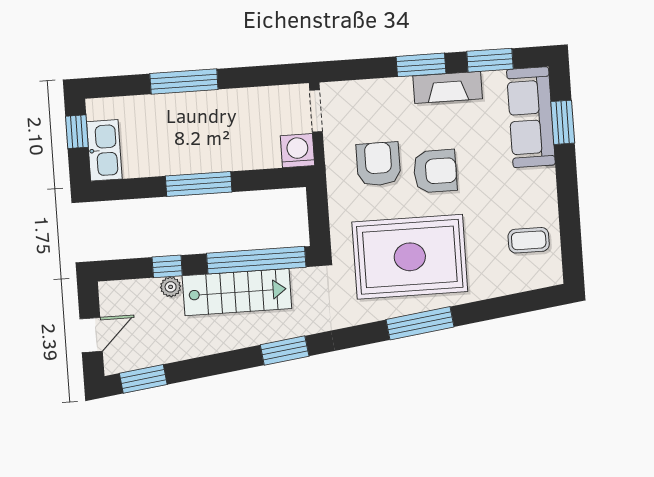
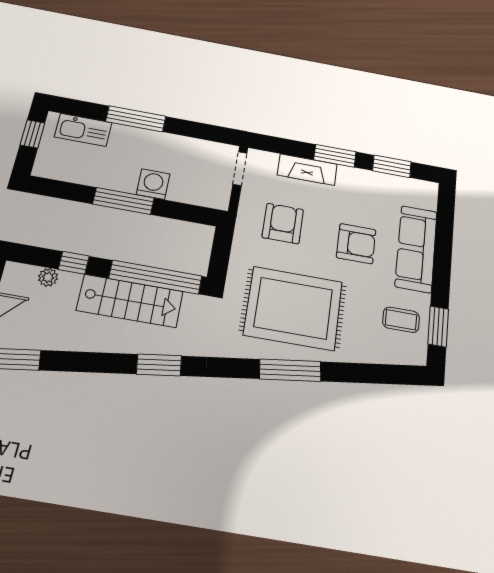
fireplace: (448, 87) -> (307, 170), moved
sofa: (531, 117) -> (416, 249), moved
window: (563, 122) -> (438, 326), moved
kitchen sink: (104, 150) -> (83, 130), moved, turned 90
washing machine: (298, 151) -> (153, 184), moved
armchair: (435, 171) -> (356, 244), moved
plant: (171, 287) -> (48, 277), moved

